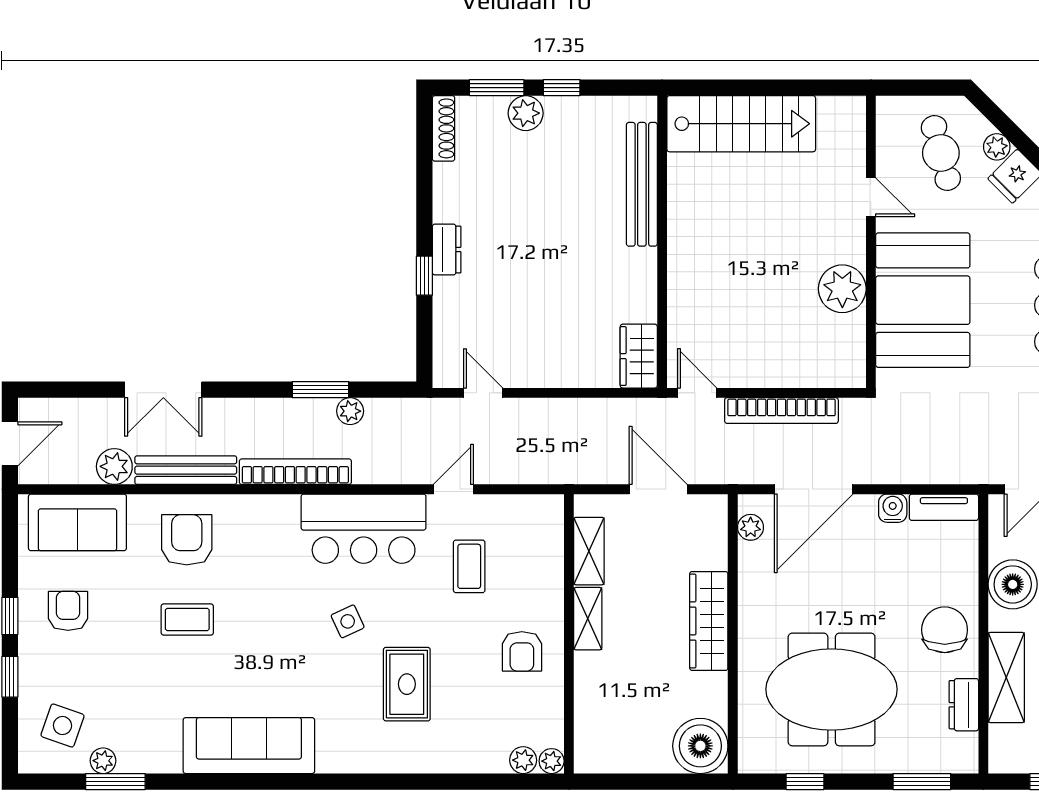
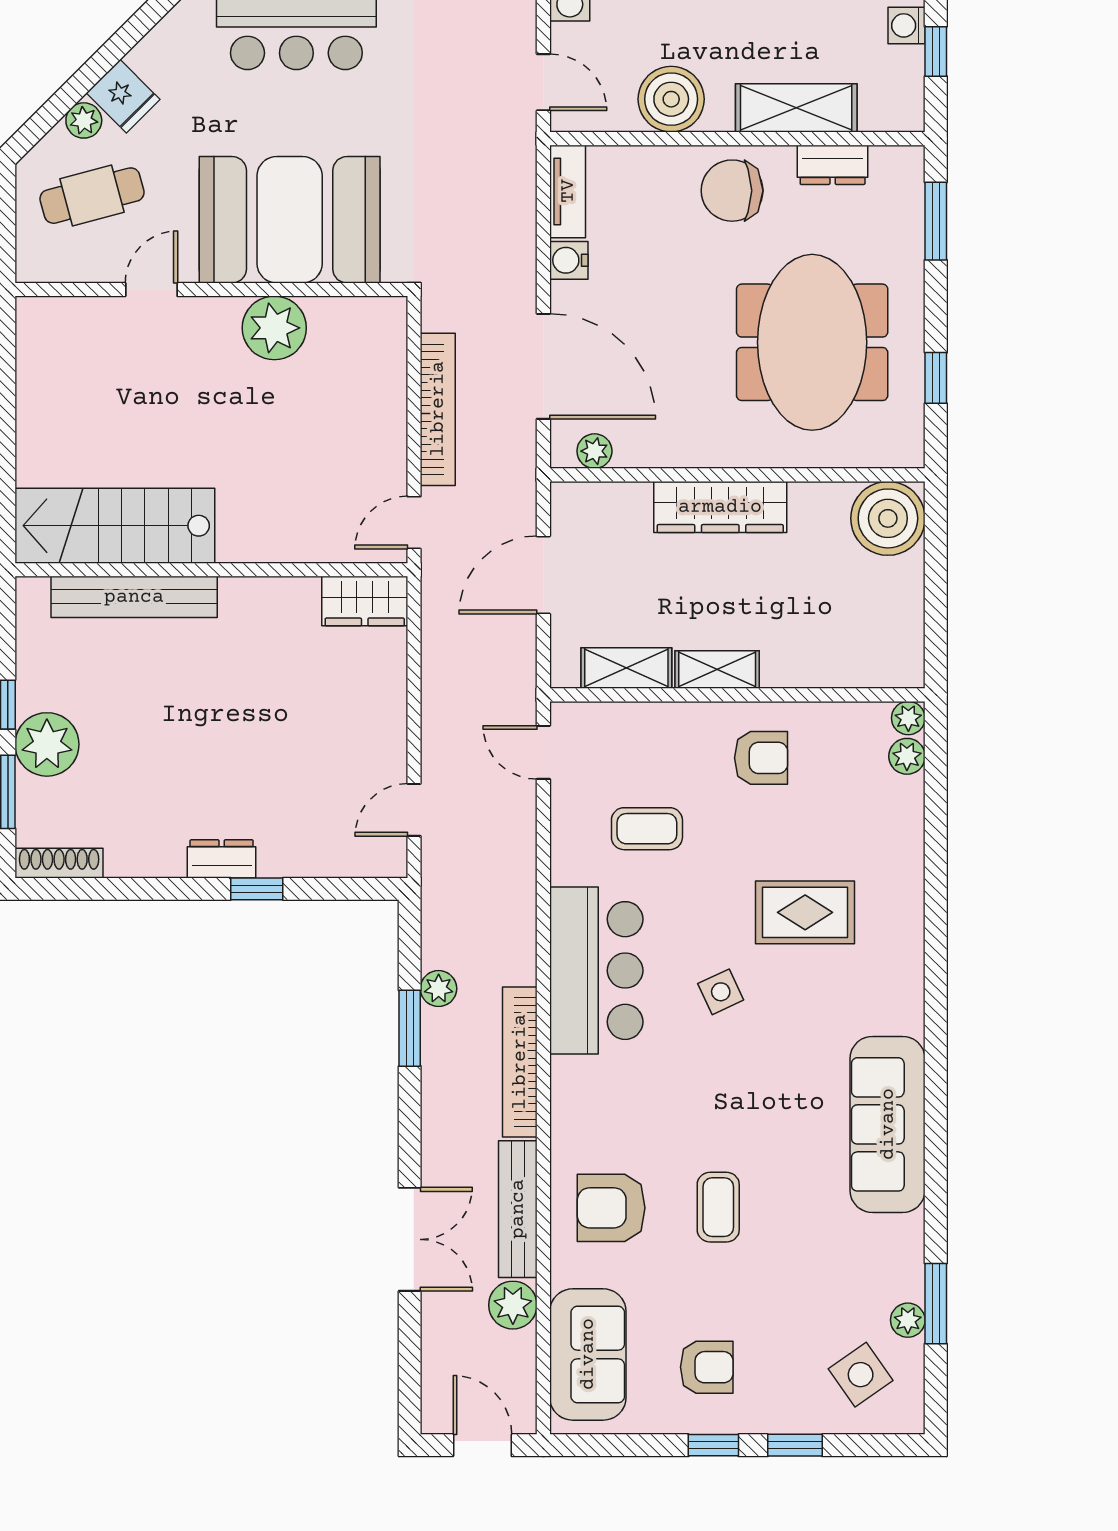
plant: (526, 113) -> (47, 744), width x1.36, depth x1.36
stairs: (741, 124) -> (115, 526), moved, turned -90
door: (453, 489) -> (543, 752), moved
armchair: (68, 611) -> (707, 1367), turned 180
side table: (62, 726) -> (861, 1375), turned 36

